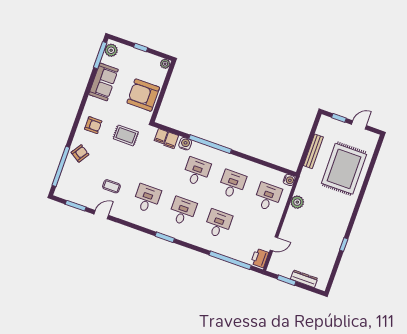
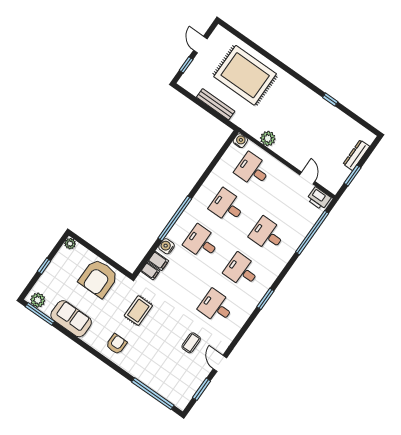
armchair: (80, 153) -> (144, 368), removed

